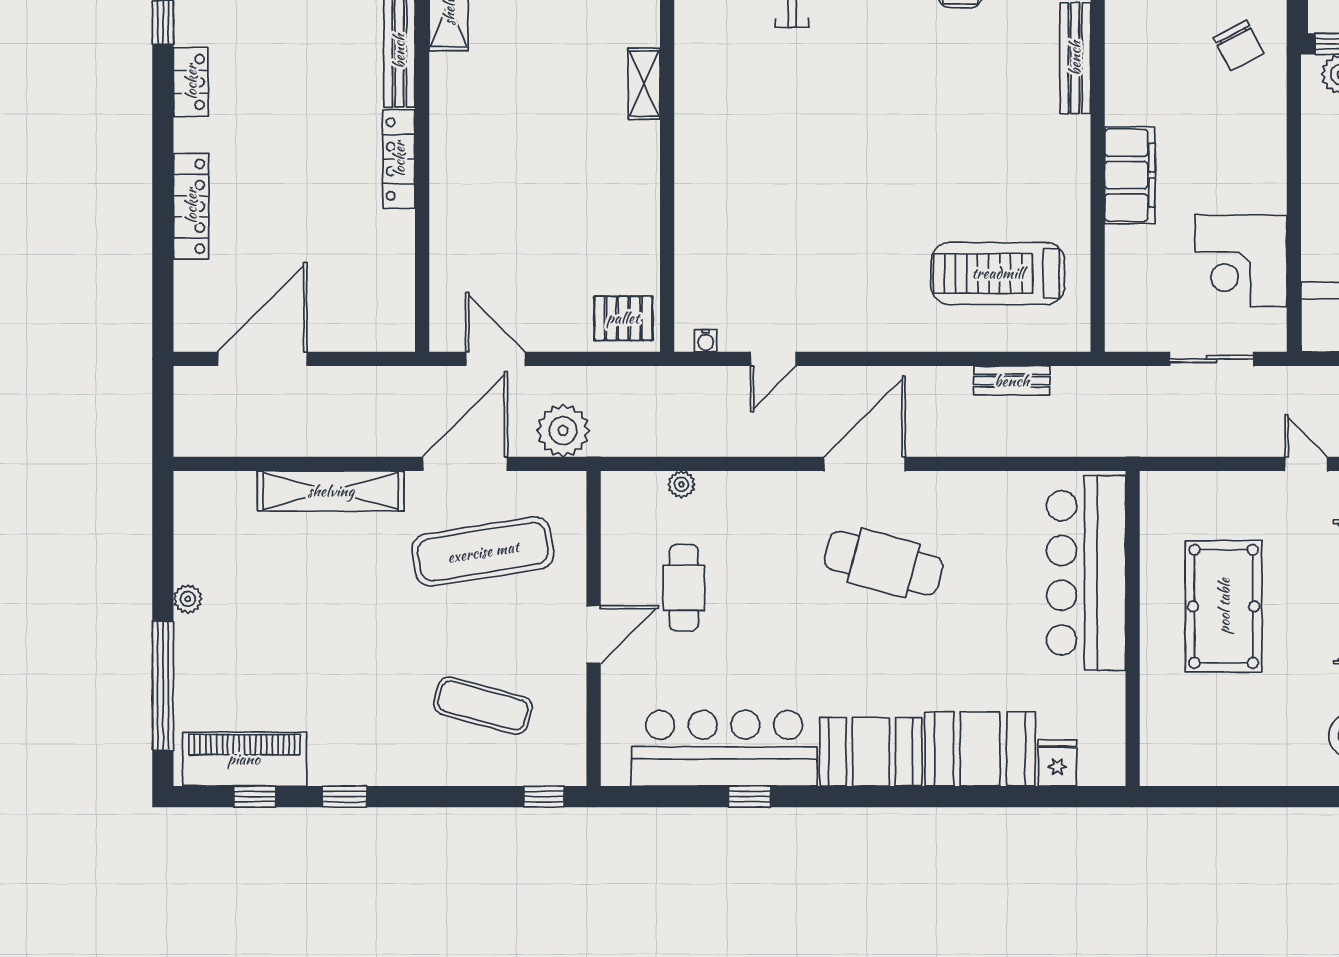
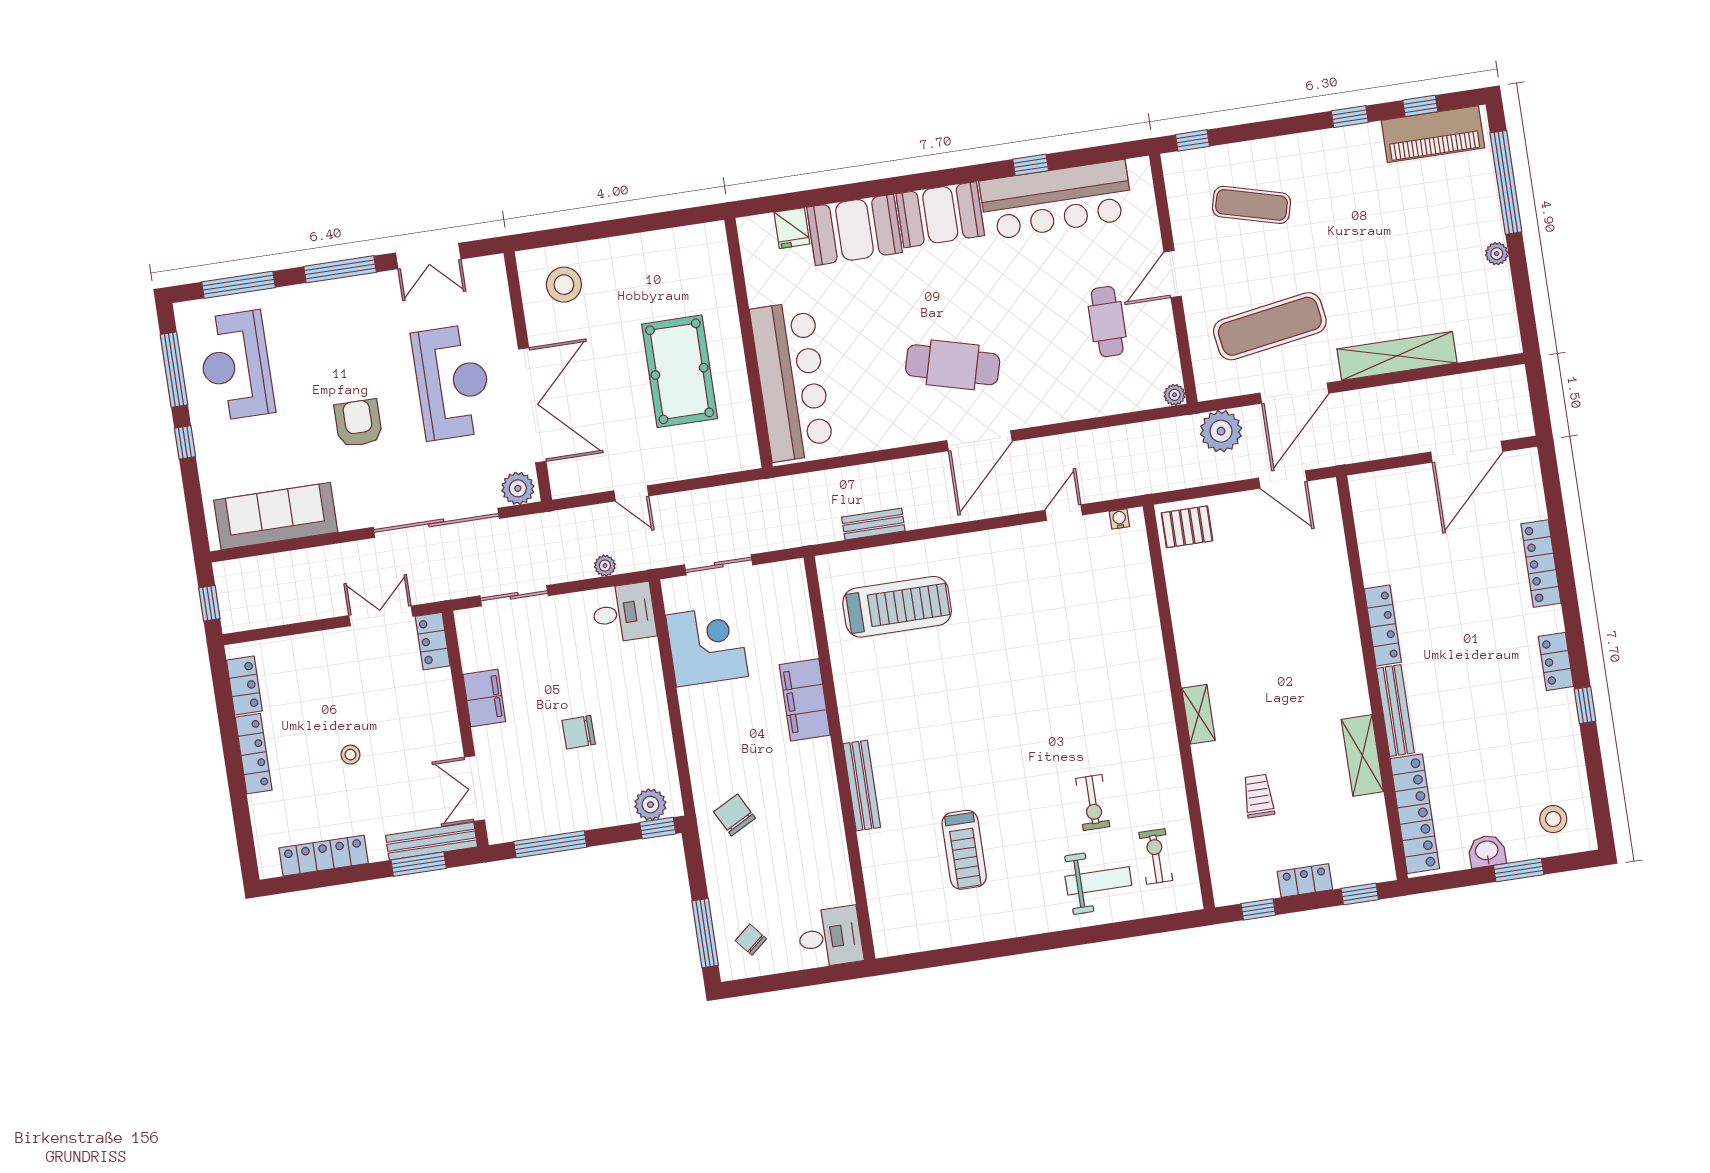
plant: (681, 484) -> (1175, 395), moved

